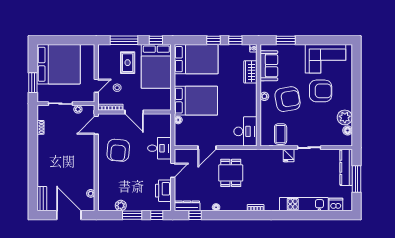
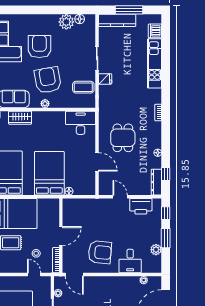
desk: (159, 148) -> (130, 261), moved, turned 180
dining table: (231, 173) -> (123, 138), turned 90

